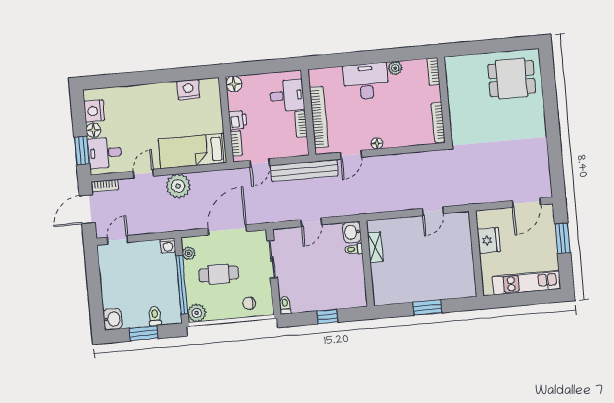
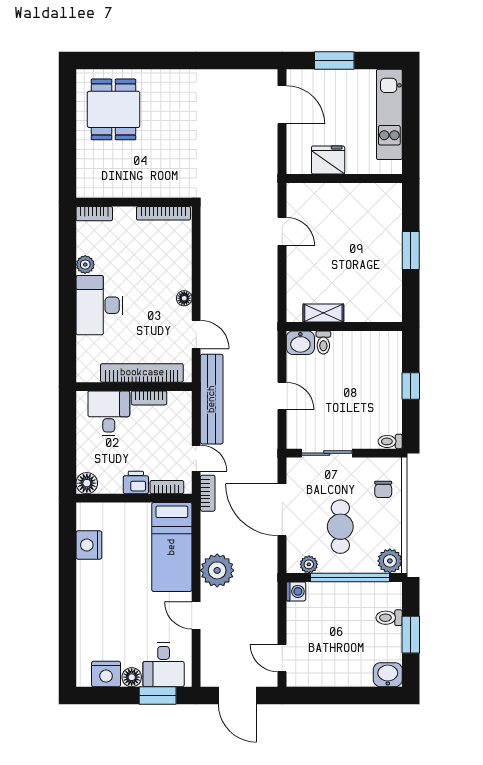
bookcase: (105, 186) -> (208, 493), moved

